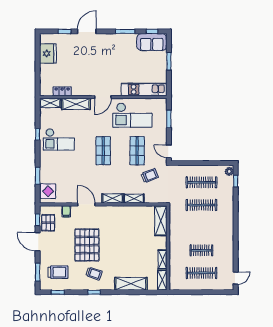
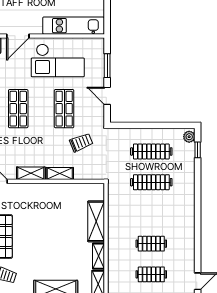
door: (169, 151) -> (107, 96), moved
shelving: (161, 221) -> (96, 221), moved
clothes rail: (201, 273) -> (151, 274), width x0.73

